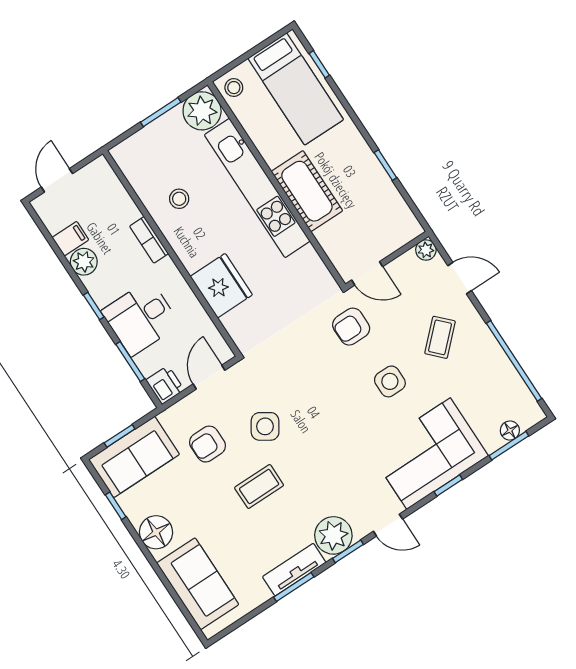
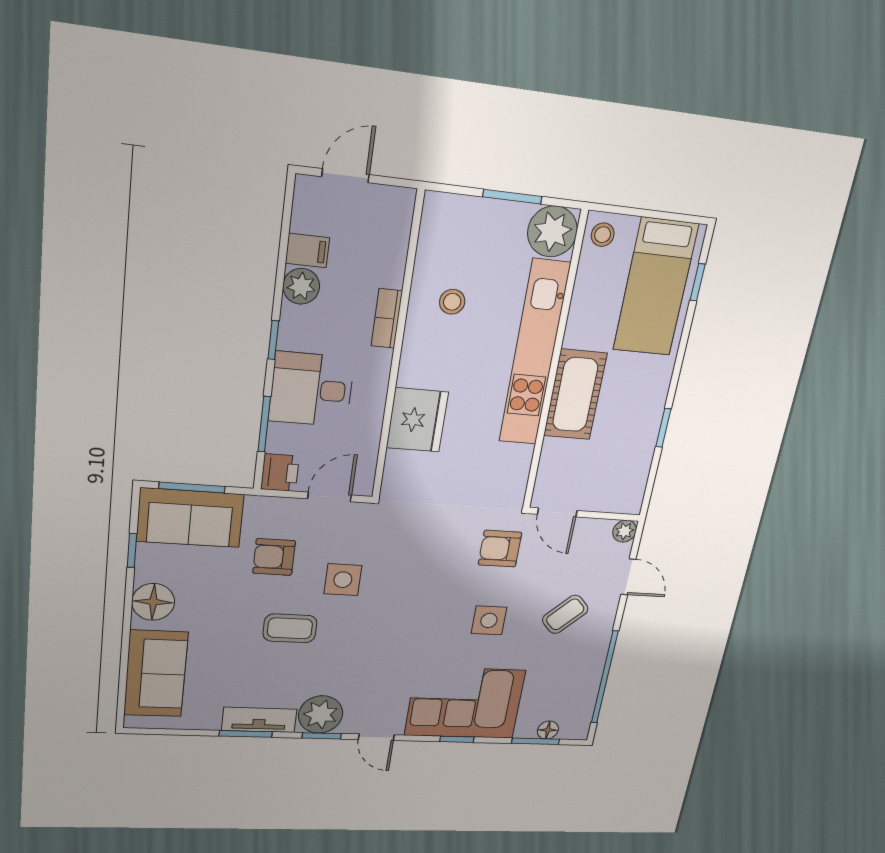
side table: (265, 426) -> (343, 580), turned -33
window: (120, 436) -> (192, 488), width x1.50

